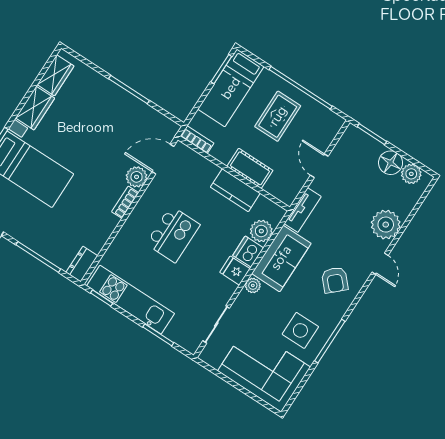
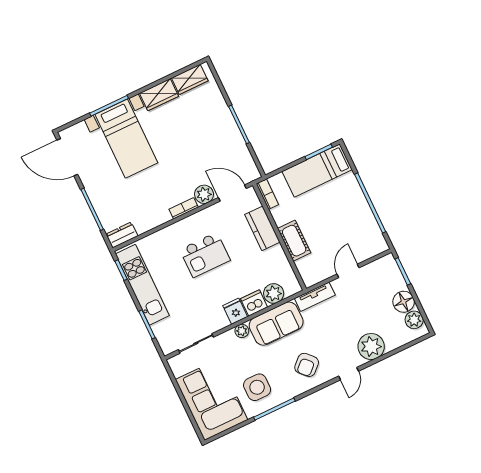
rug: (278, 116) -> (340, 214), removed
kitchen counter: (235, 190) -> (262, 228), moved

